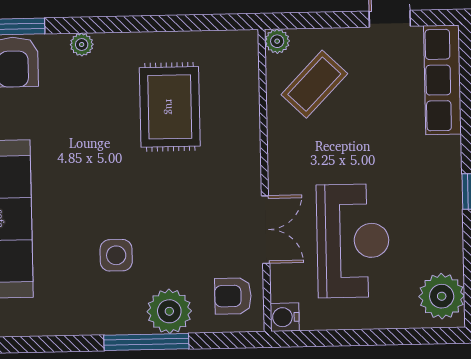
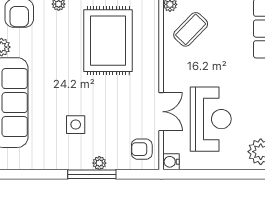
rug: (170, 107) -> (108, 41), width x1.37, depth x1.44
plant: (169, 311) -> (99, 163), width x0.53, depth x0.53

